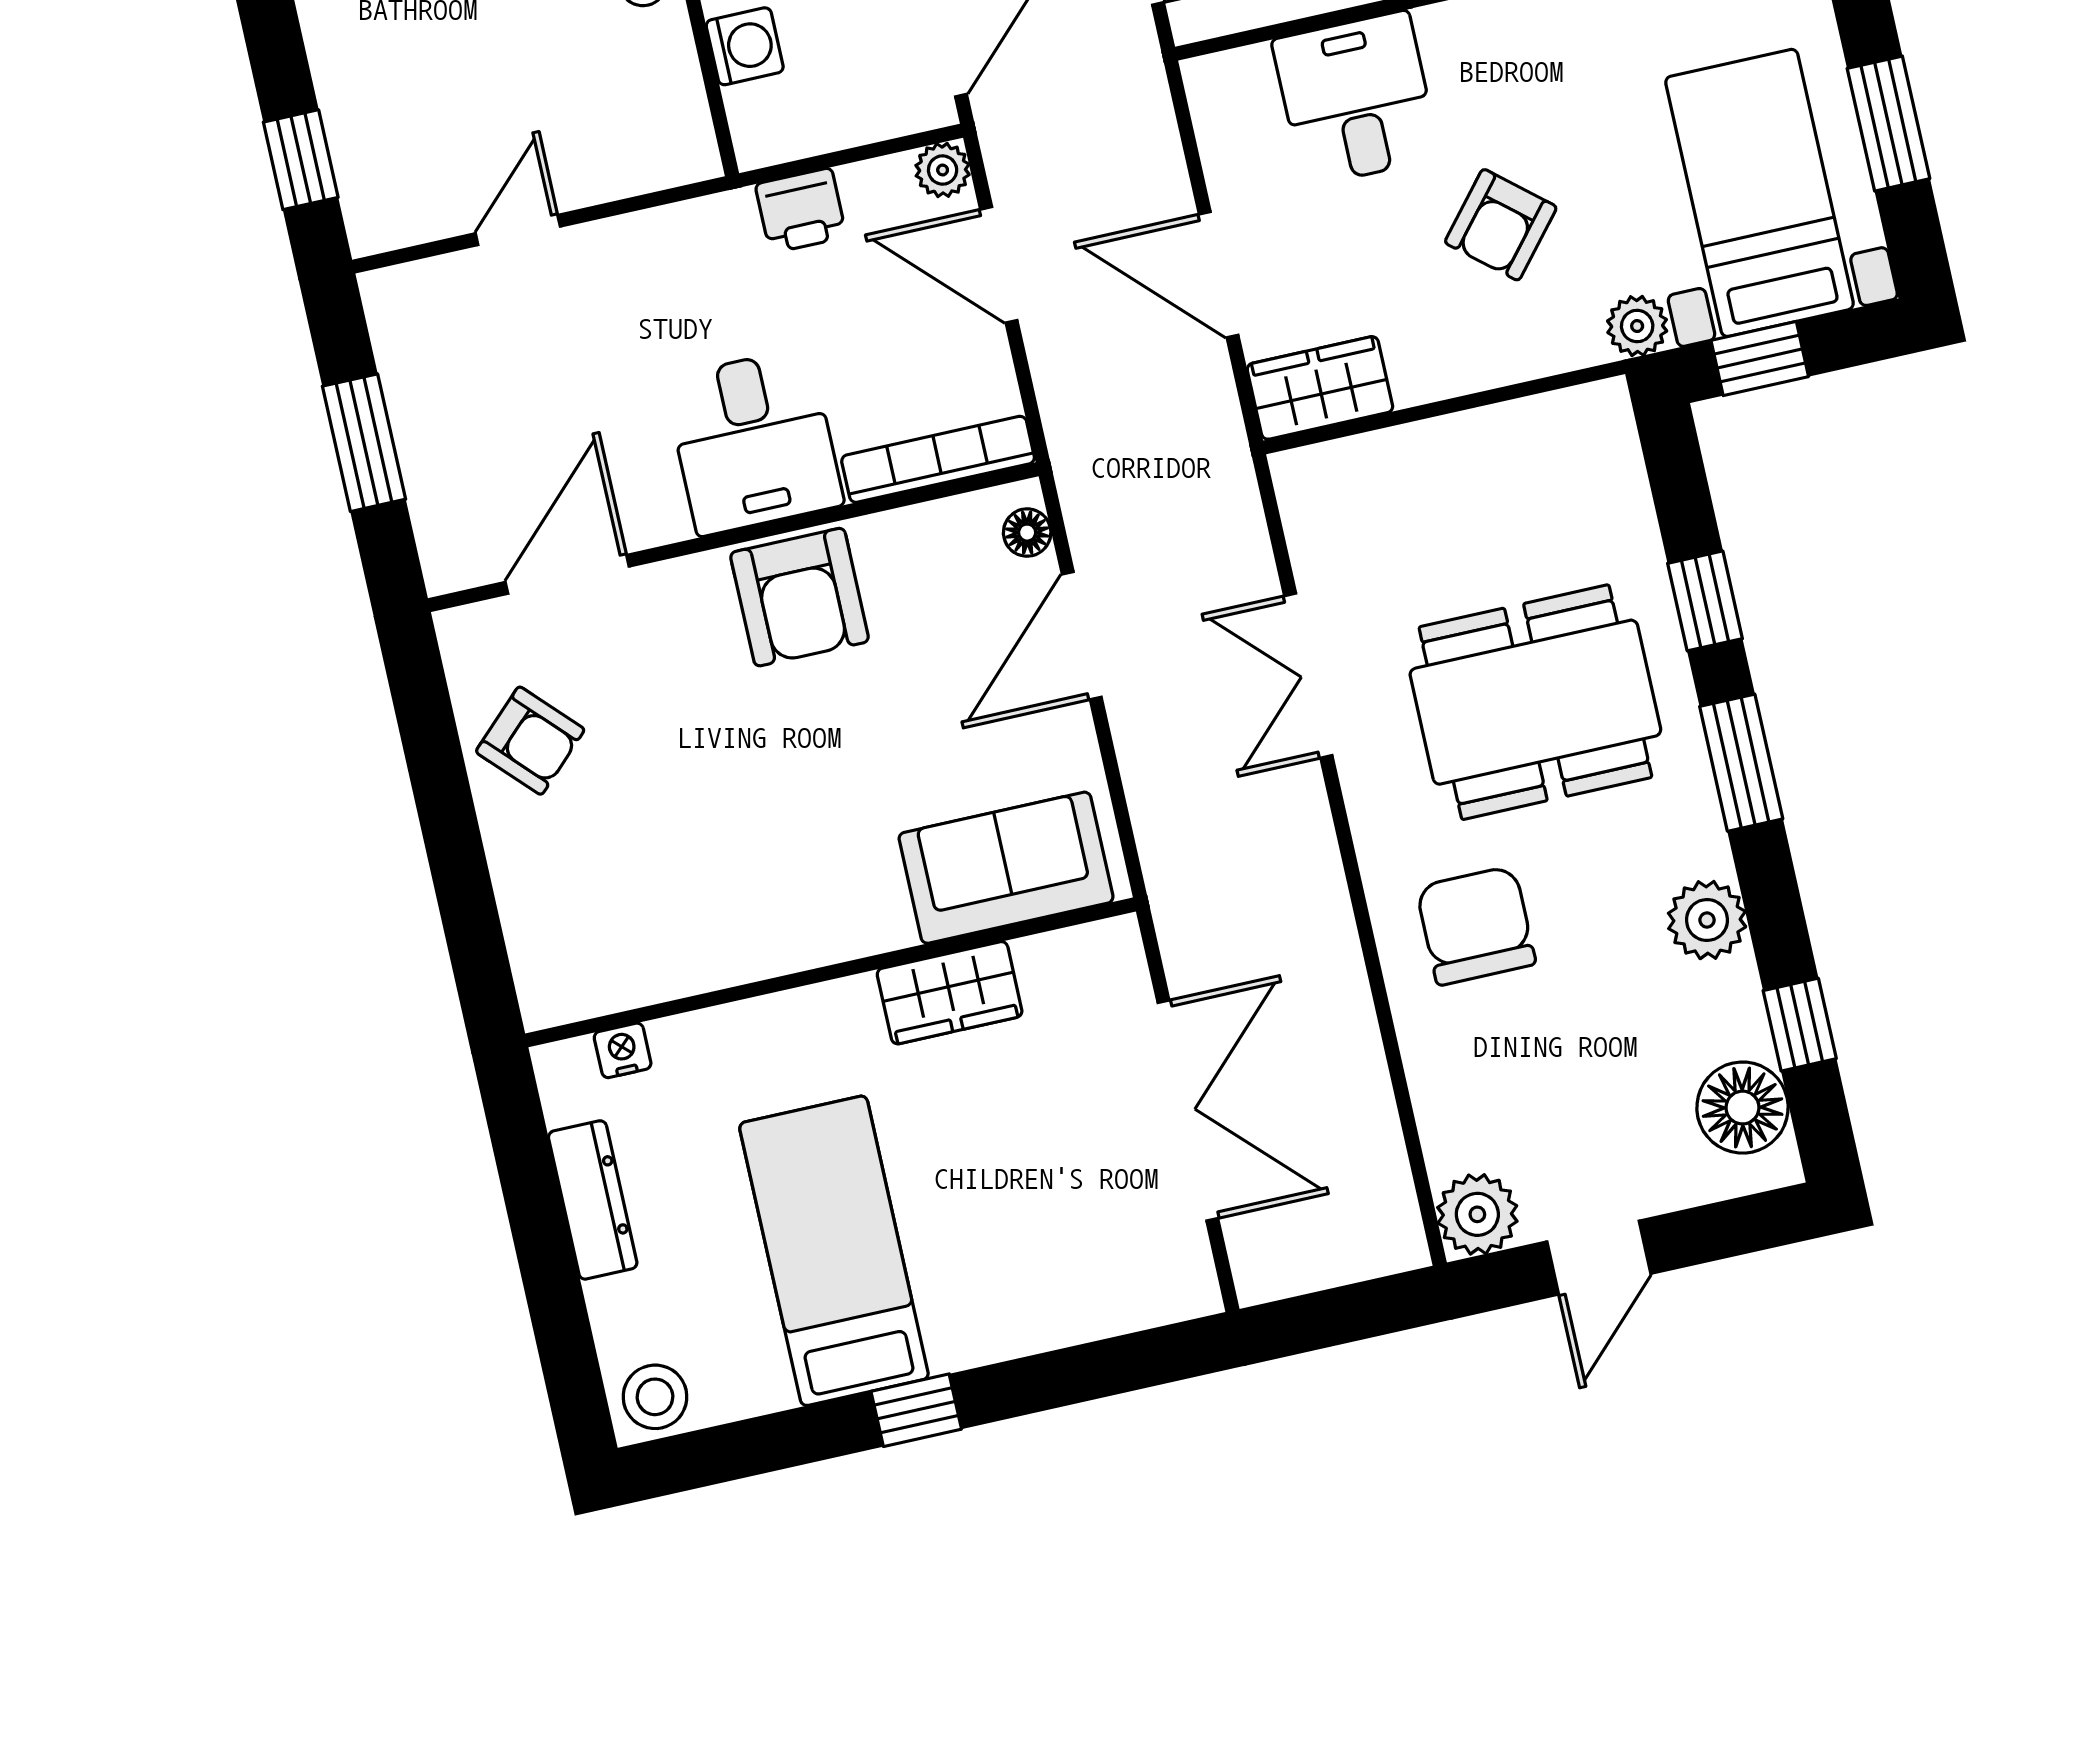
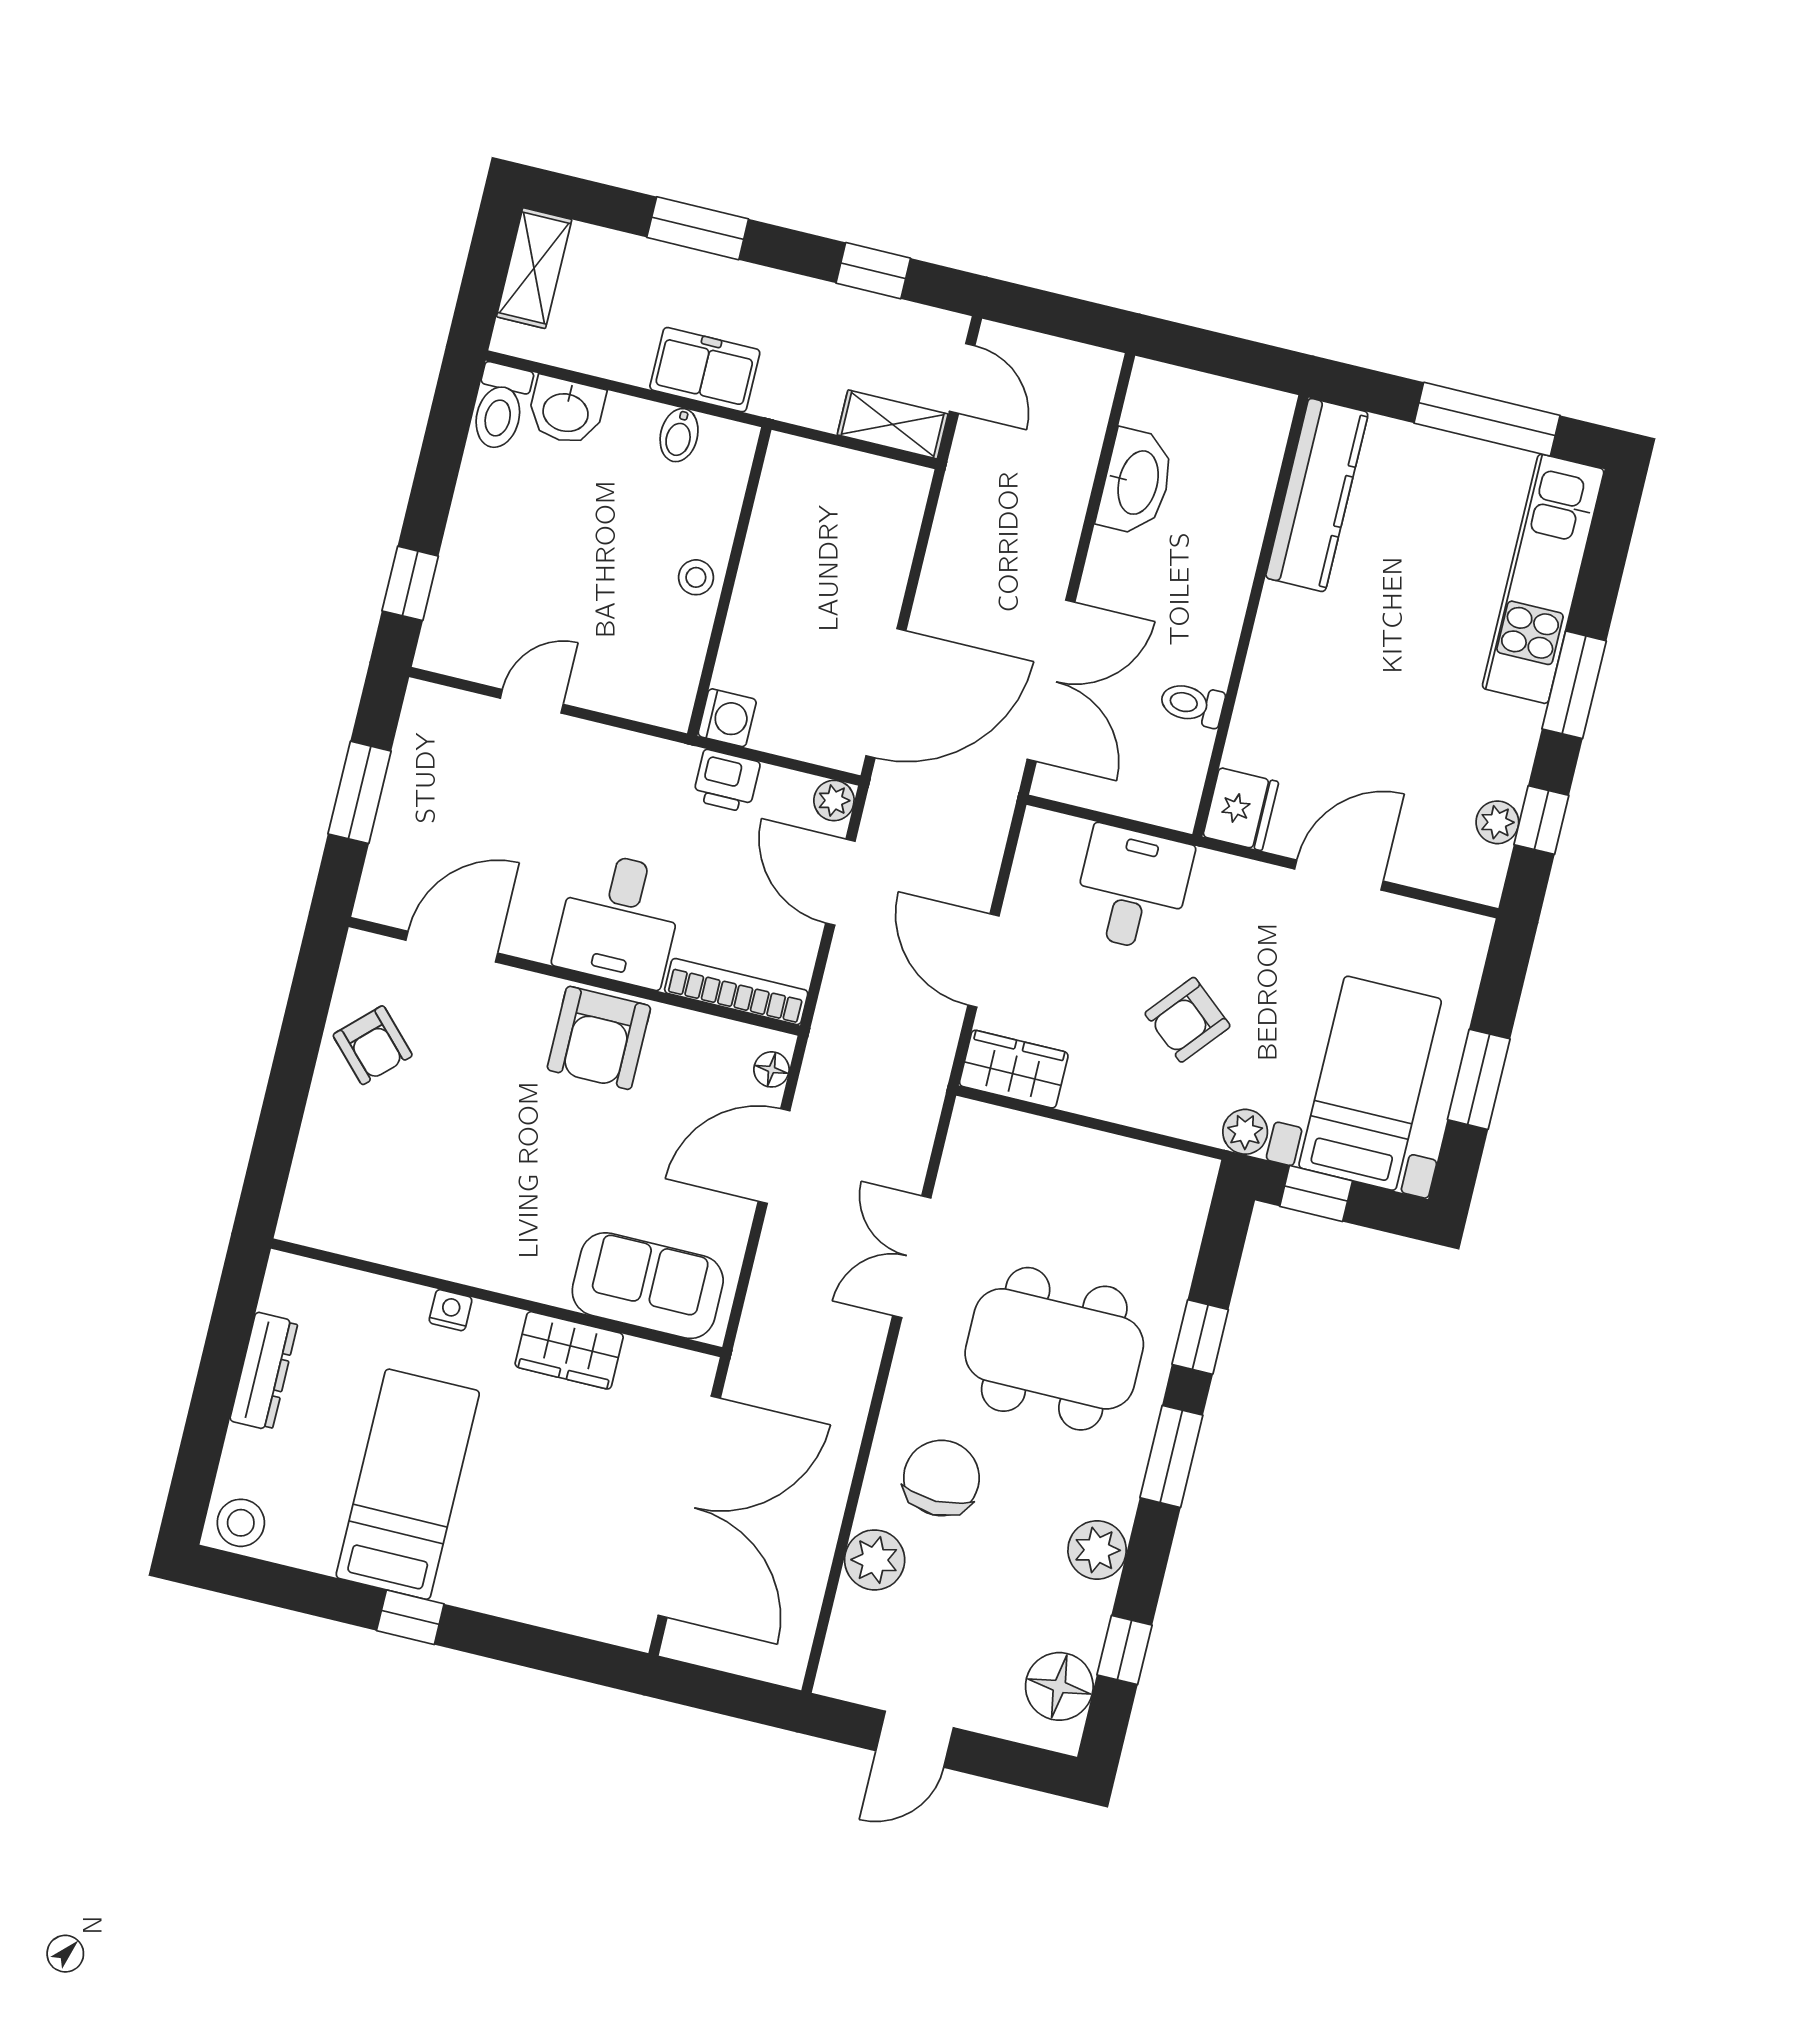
washing machine: (745, 46) -> (727, 718), moved
nightstand: (623, 1050) -> (451, 1310), moved
double door: (1188, 1111) -> (689, 1507), width x1.36
plant: (1477, 1214) -> (875, 1560), moved

